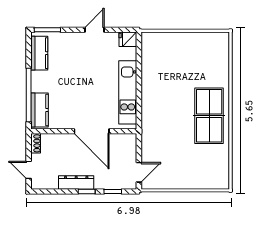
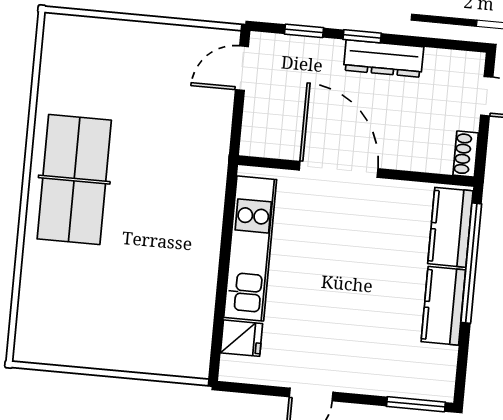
fridge: (128, 39) -> (242, 338), moved
kitchen counter: (39, 53) -> (443, 306), moved

